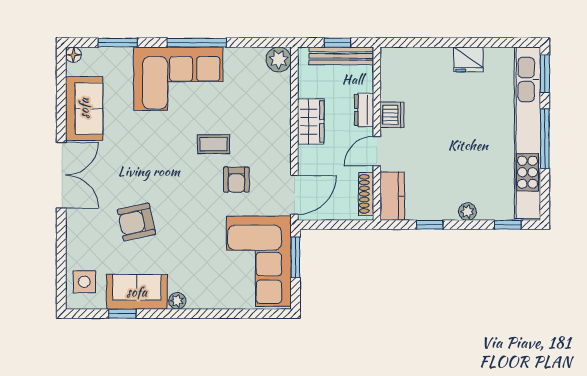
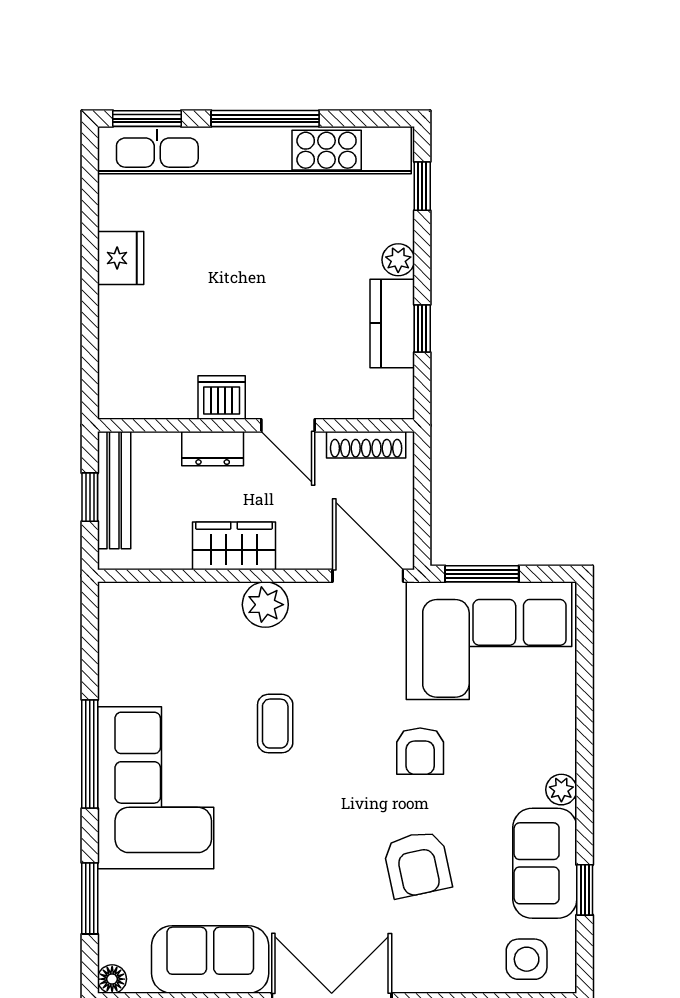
plant: (279, 59) -> (265, 605), moved
armchair: (236, 180) -> (420, 751), moved, turned 90
kitchen counter: (392, 196) -> (392, 323), moved, turned -90

